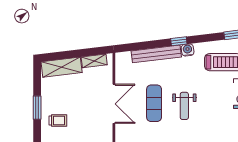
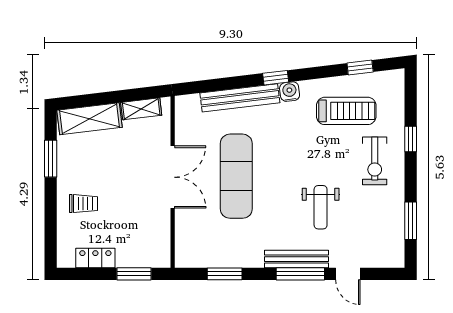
exercise mat: (154, 103) -> (236, 176), width x1.36, depth x1.45
weight bench: (184, 106) -> (321, 207), moved
window: (37, 108) -> (51, 159), moved

